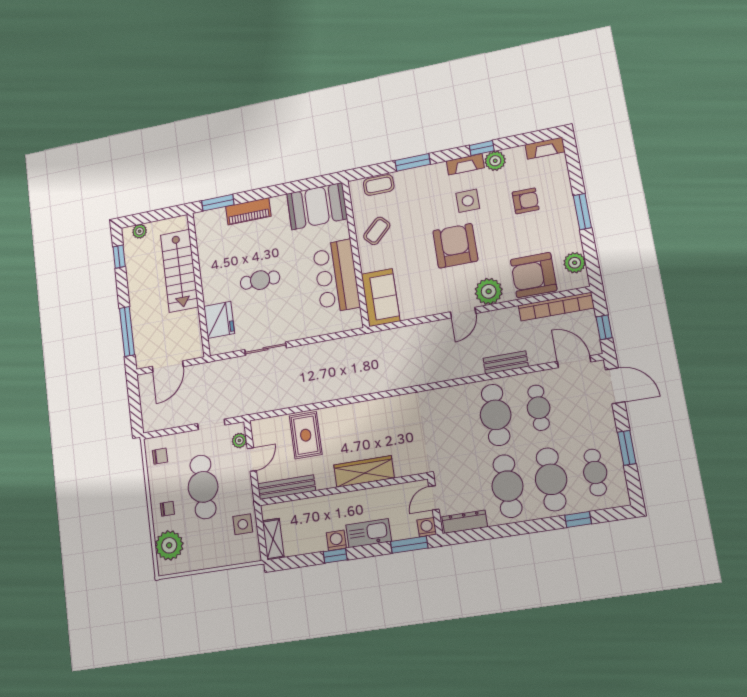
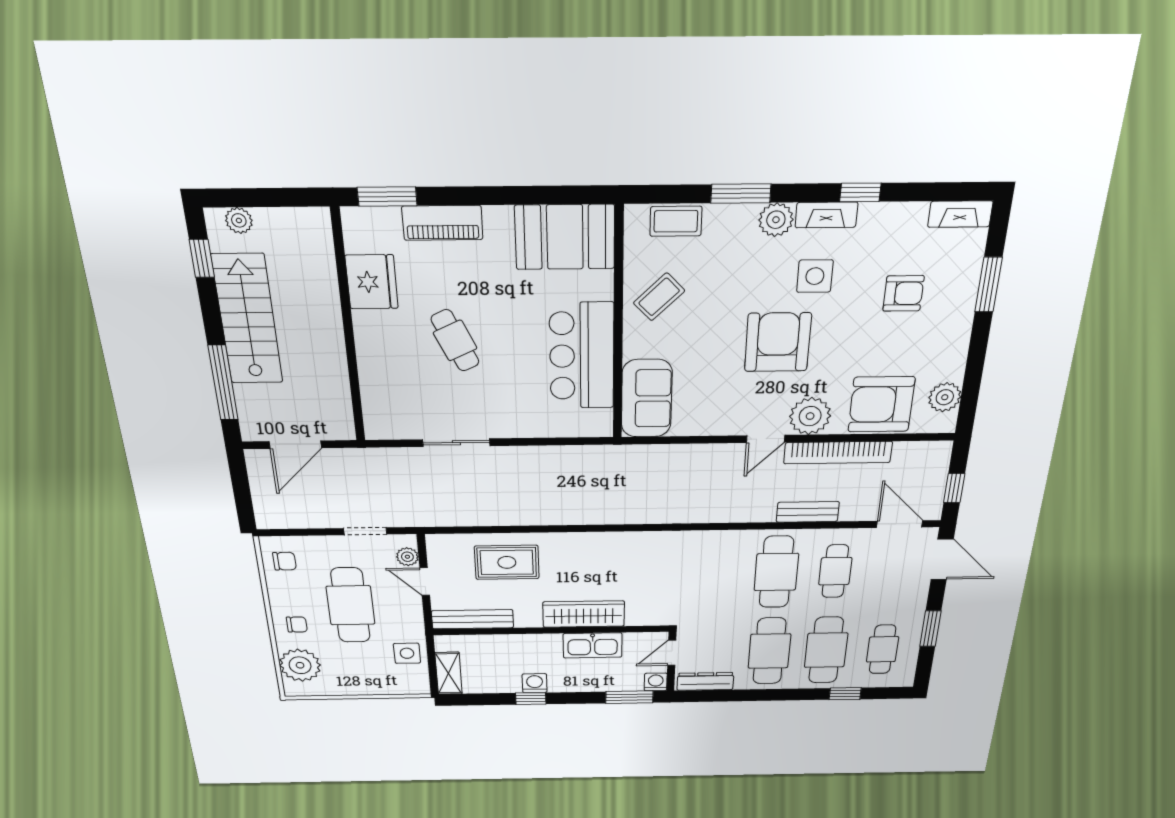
plant: (495, 161) -> (776, 220), moved
window: (582, 212) -> (988, 285), moved
stairs: (179, 271) -> (248, 320), moved, turned 180
cafe table: (260, 280) -> (455, 340), turned 65
bookcase: (556, 307) -> (838, 453), moved
fridge: (219, 320) -> (372, 282), moved
rug: (306, 435) -> (507, 562), turned 90
door: (252, 459) -> (425, 582), swing flipped
kitchen sink: (369, 533) -> (593, 645), moved, turned 180

